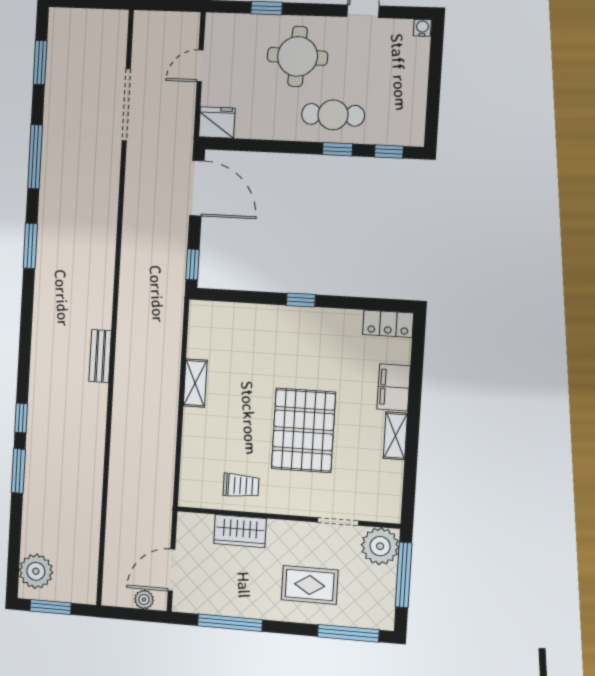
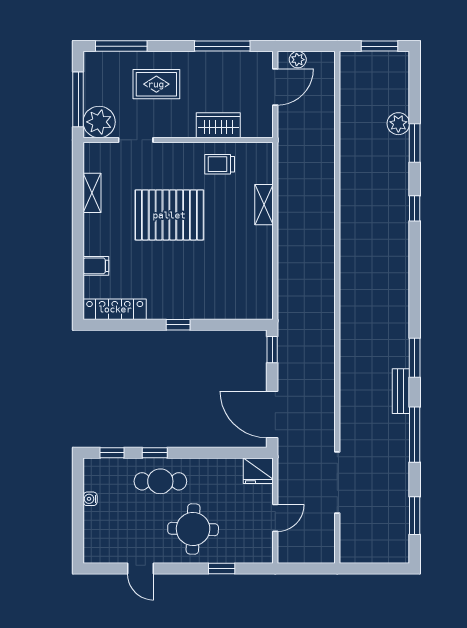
water cooler: (422, 28) -> (90, 499), moved, turned 90
locker: (388, 324) -> (115, 309), width x1.53
bench: (100, 356) -> (401, 391), moved
shelving: (195, 383) -> (264, 205), moved
filing cabinet: (394, 387) -> (96, 266), width x0.50
pallet: (303, 430) -> (169, 215), turned 90
shelving: (395, 436) -> (92, 193), moved
window: (18, 471) -> (415, 143), moved
plant: (36, 571) -> (398, 124), moved, width x0.73, depth x0.73

